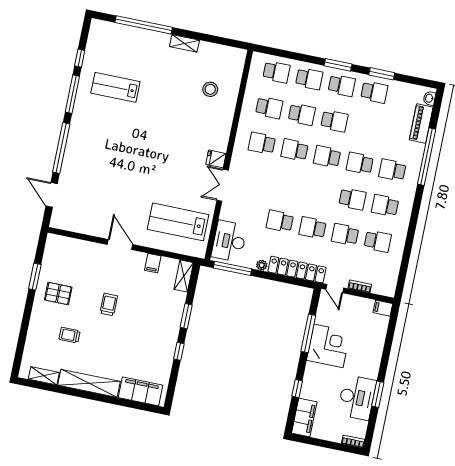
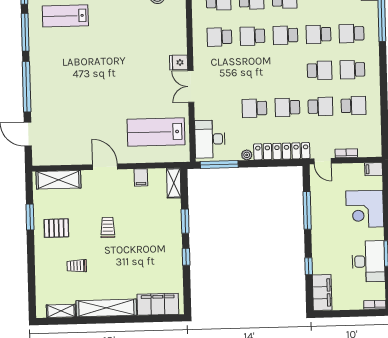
school desk: (345, 235) -> (320, 106), turned 180
shelving: (71, 247) -> (58, 180), added
corner desk: (328, 346) -> (365, 209), moved, turned 180

